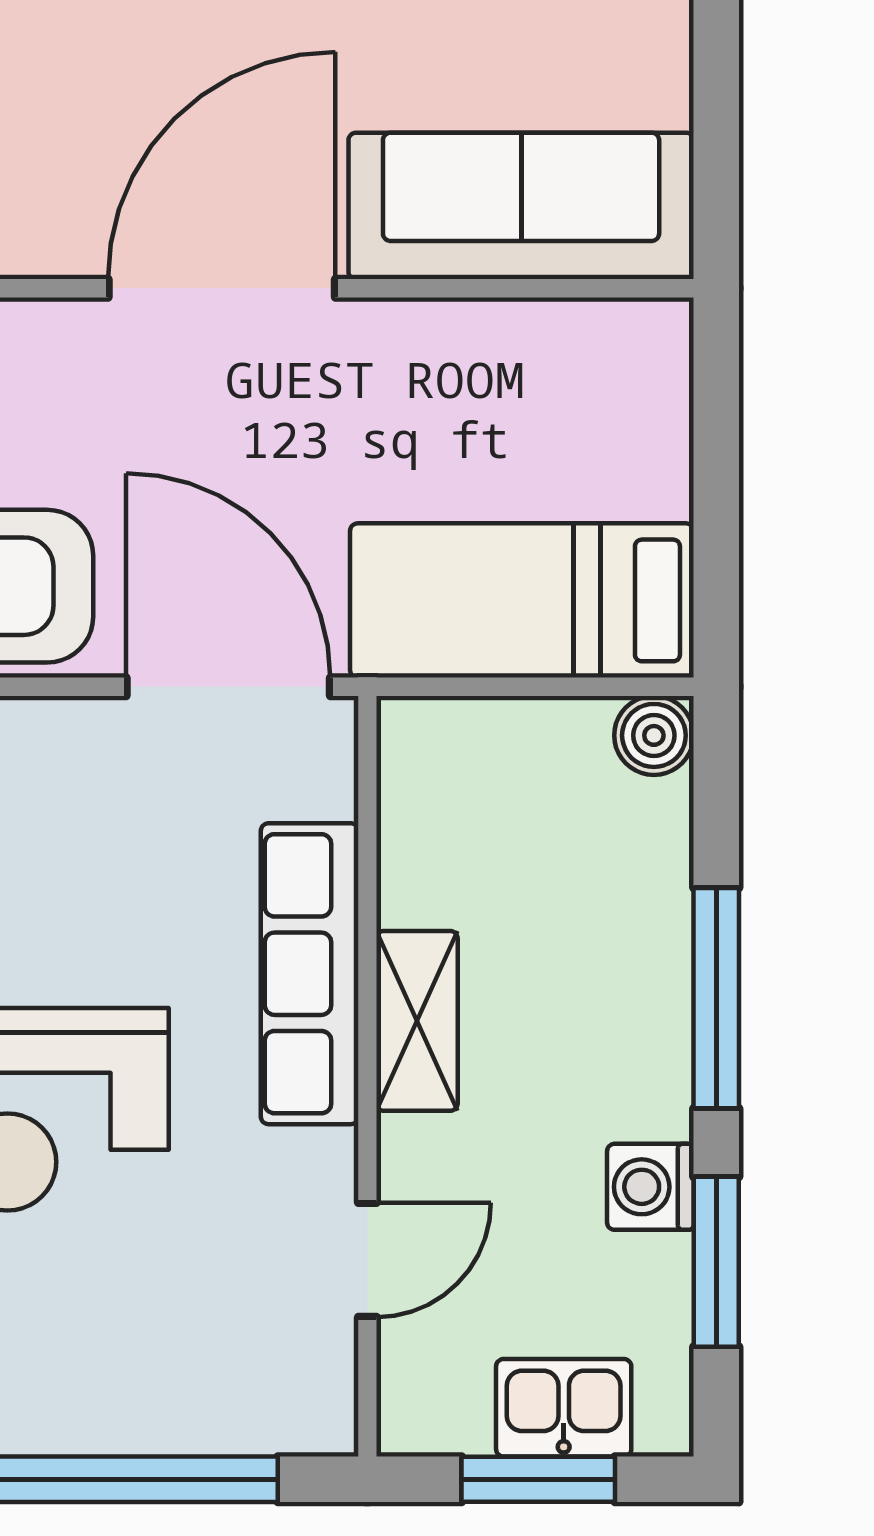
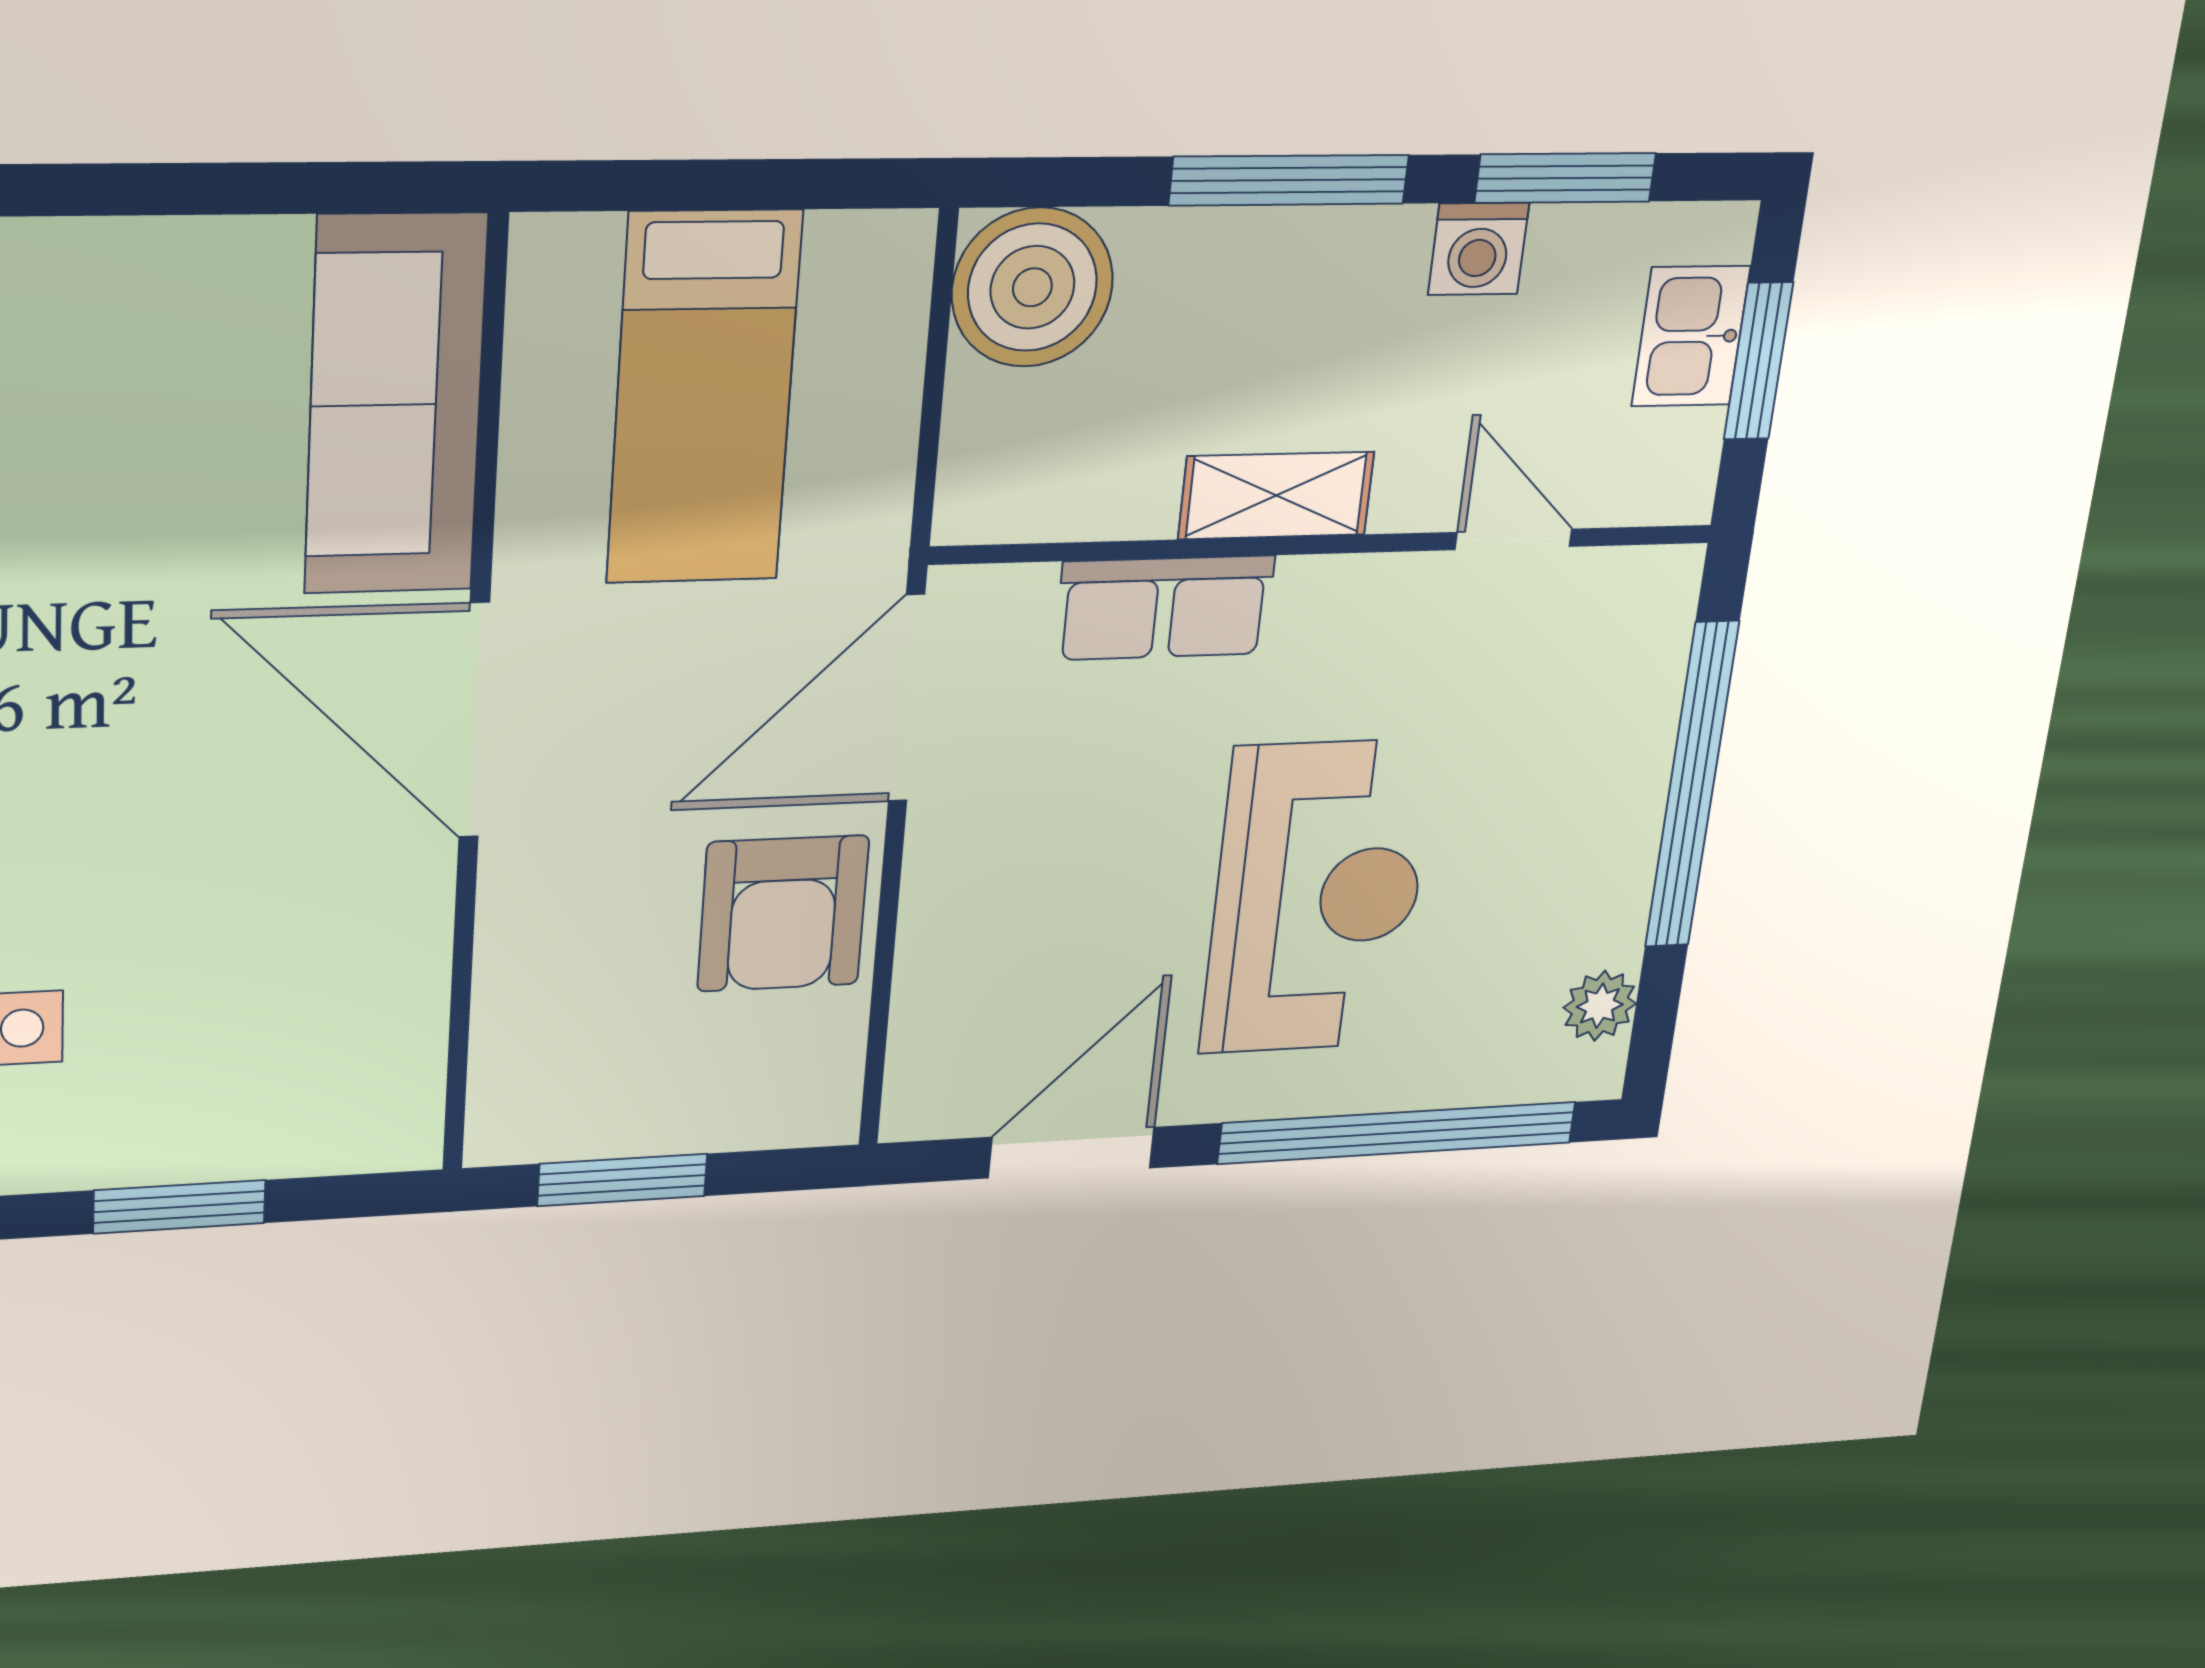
bed: (522, 600) -> (704, 398), moved
boiler: (654, 735) -> (1032, 287), width x1.86, depth x1.86
row of seats: (310, 974) -> (1164, 608), width x0.68

